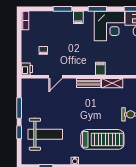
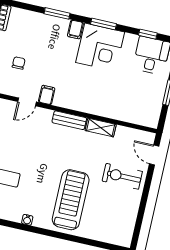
corner desk: (109, 26) -> (100, 47), moved
filing cabinet: (100, 69) -> (47, 95), moved
treadmill: (102, 139) -> (71, 200), turned -90

